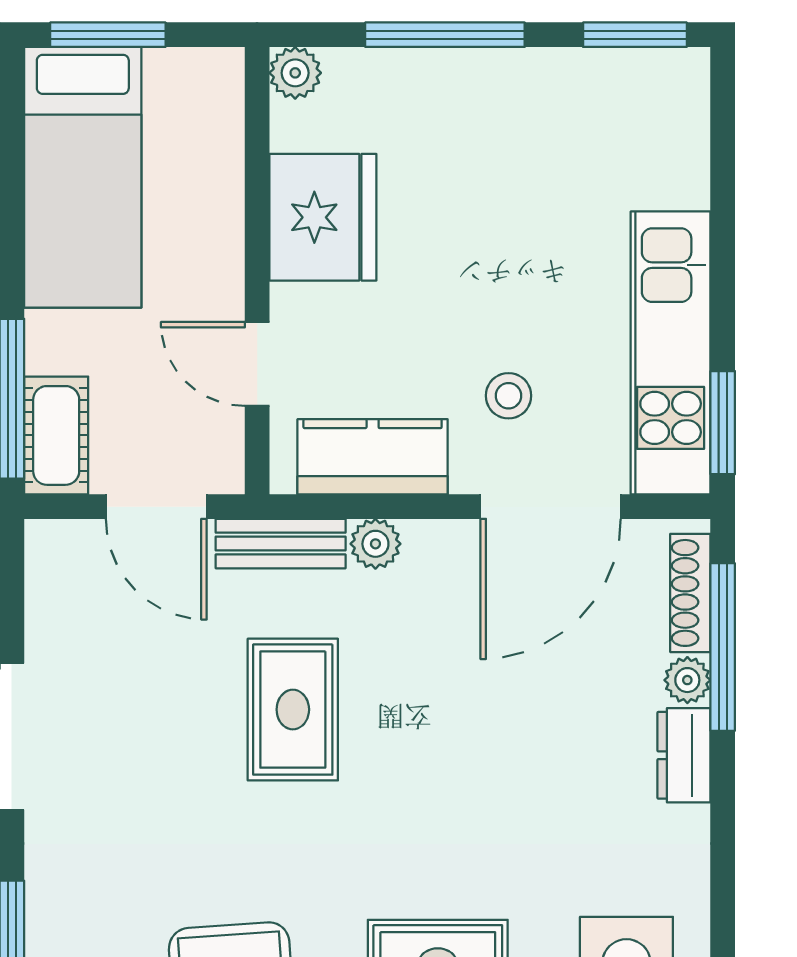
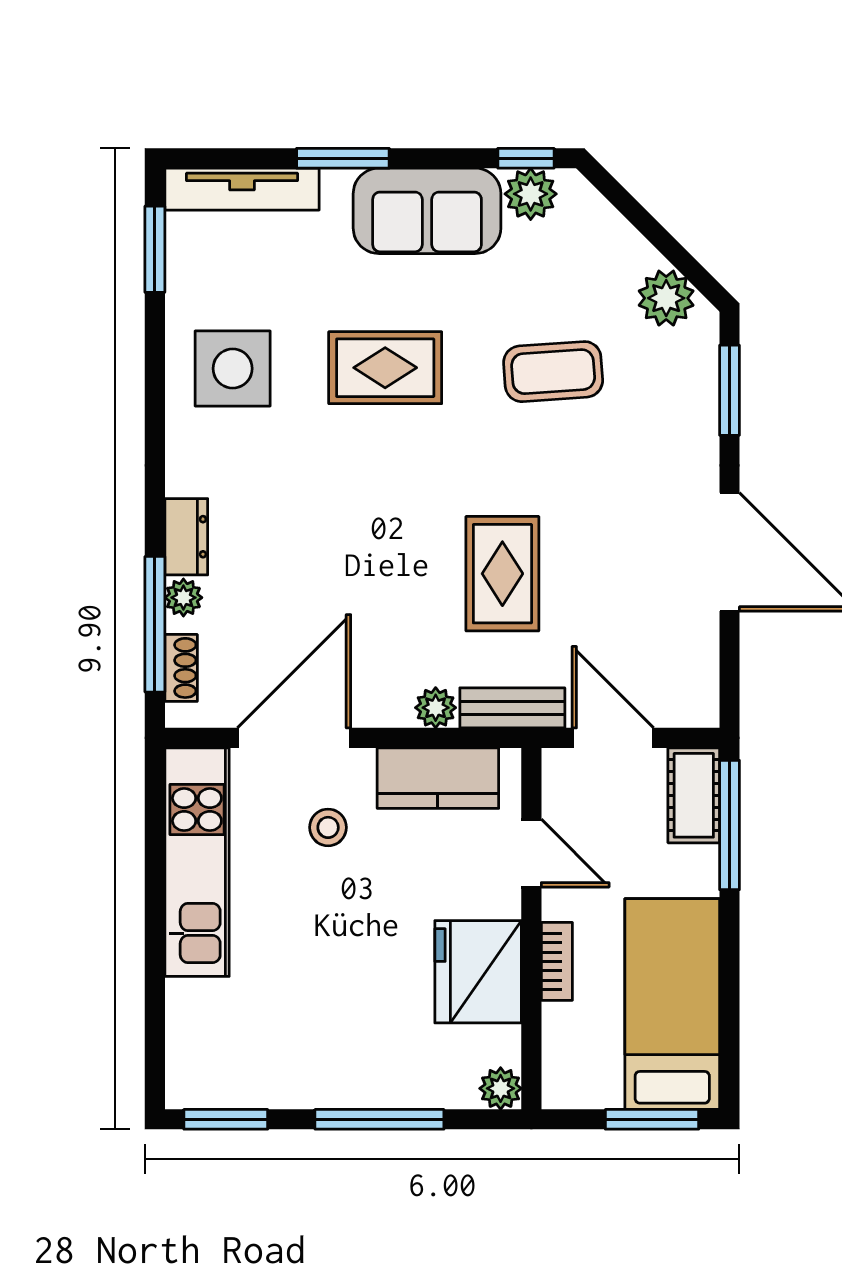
bookcase: (225, 230) -> (557, 961), added
window: (723, 423) -> (155, 806), removed
shoe rack: (690, 593) -> (181, 668), width x0.70

